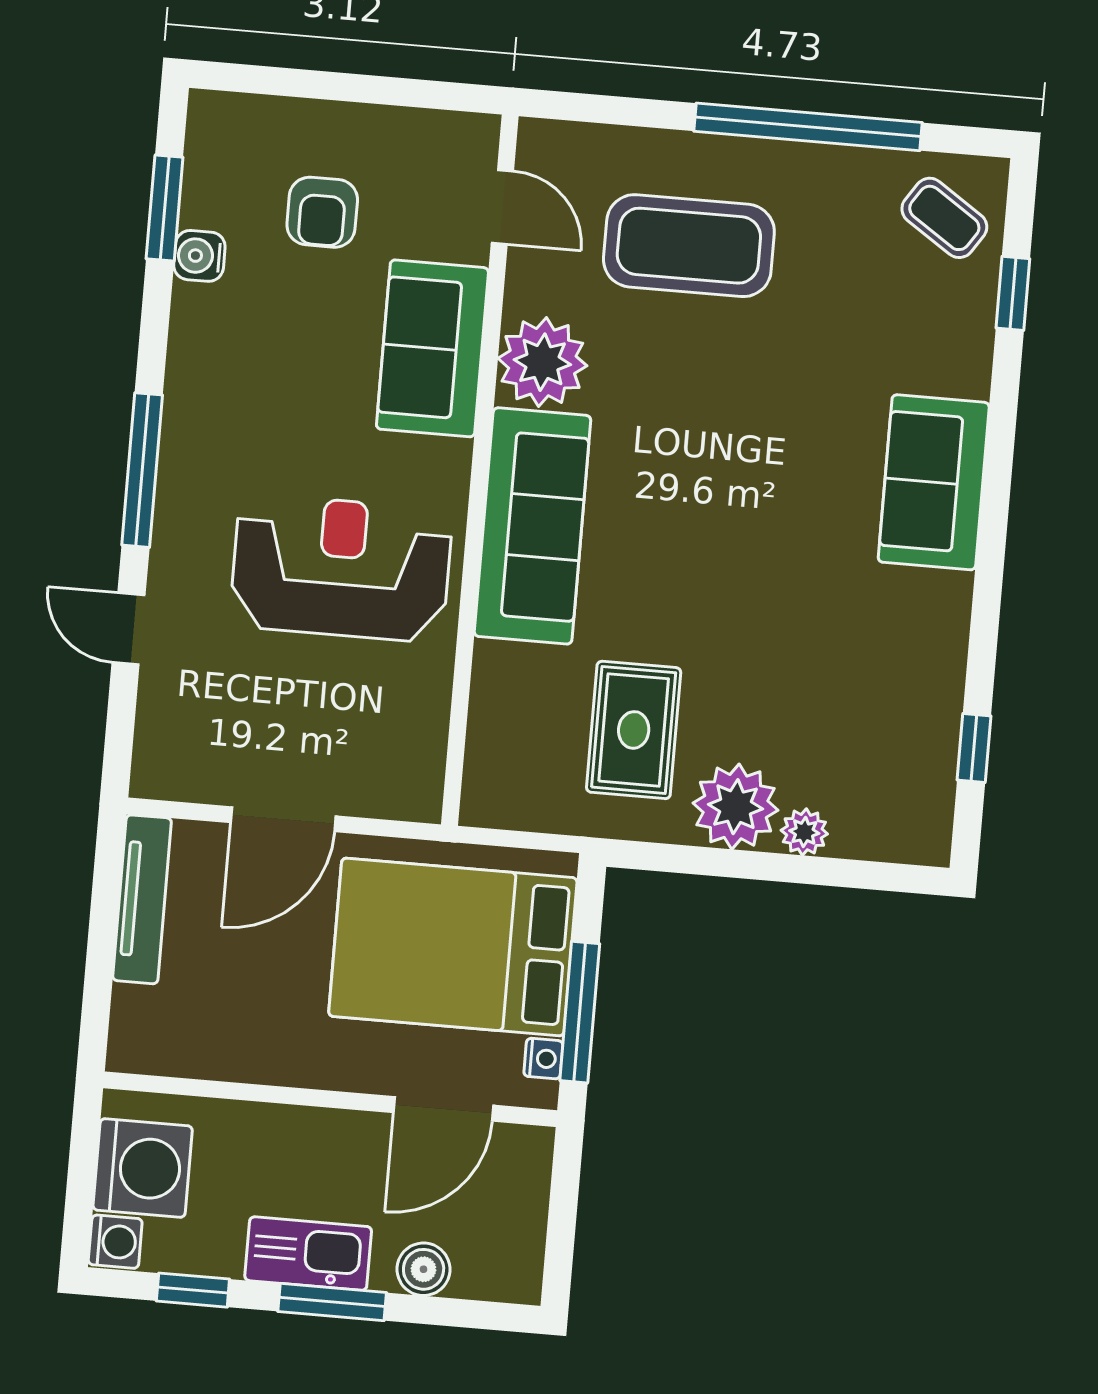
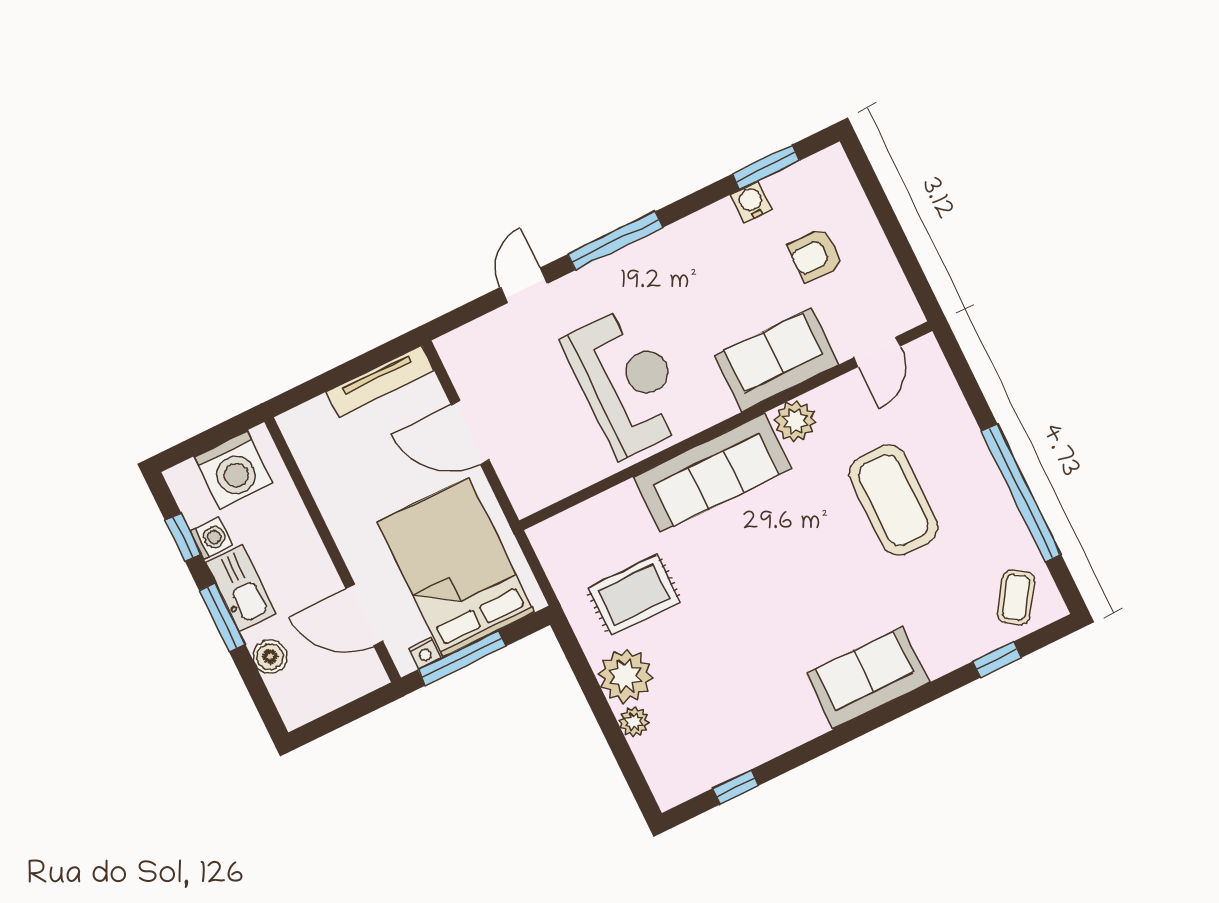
coffee table: (689, 246) -> (893, 500), moved
plant: (542, 362) -> (795, 421), width x0.73, depth x0.73
washing machine: (115, 1242) -> (211, 538), moved, turned -90

